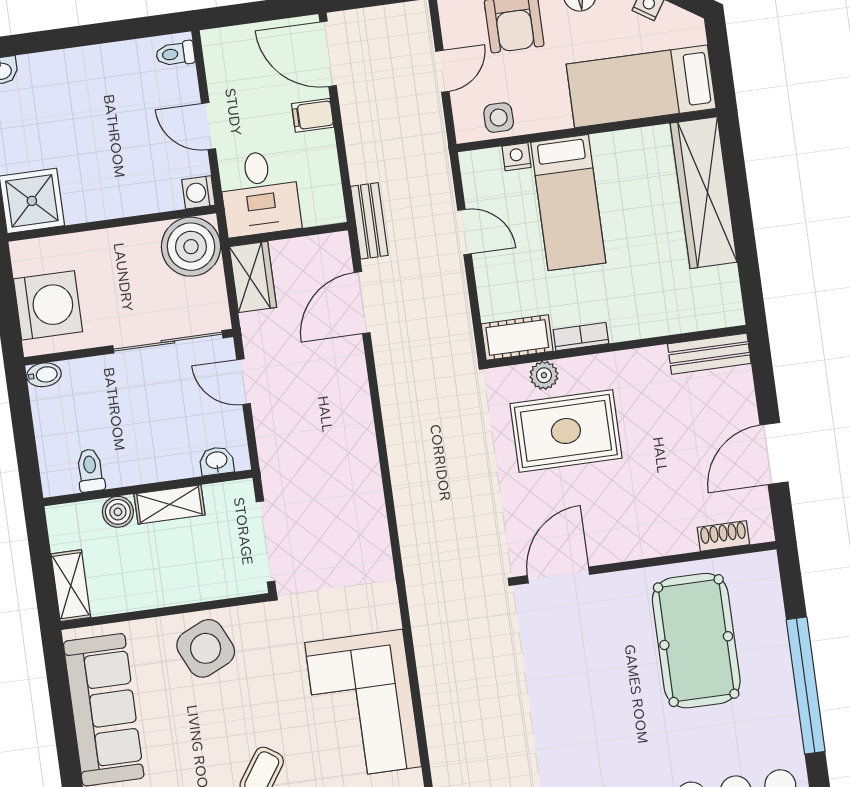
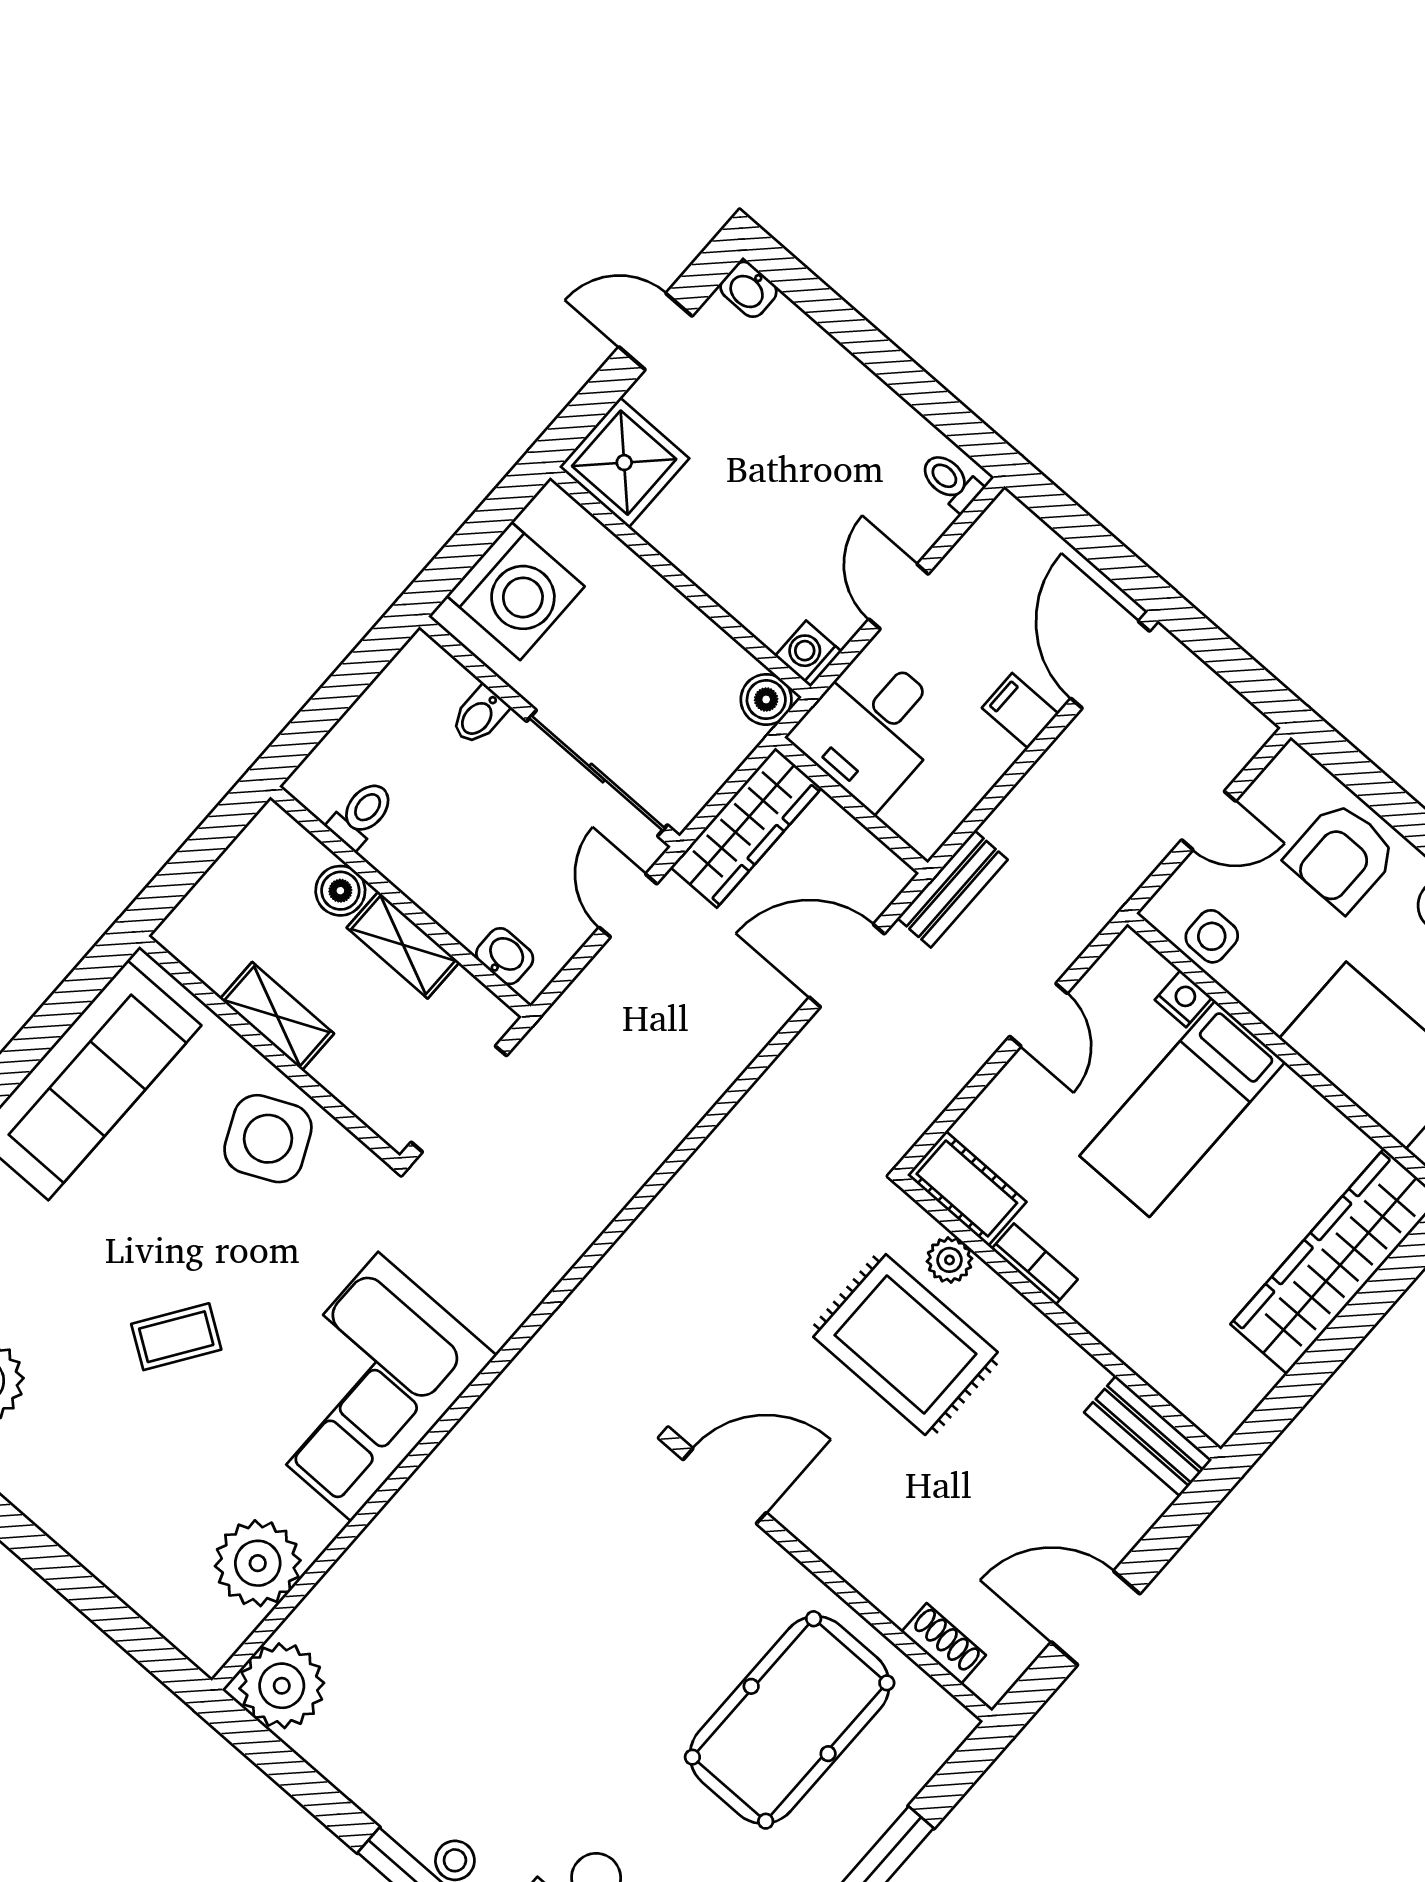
boiler: (191, 247) -> (766, 699), width x0.54, depth x0.54
wardrobe: (253, 277) -> (746, 828), width x1.50
bidet: (44, 375) -> (479, 716), moved, turned 90
shelving: (71, 586) -> (277, 1016), moved, turned 90

